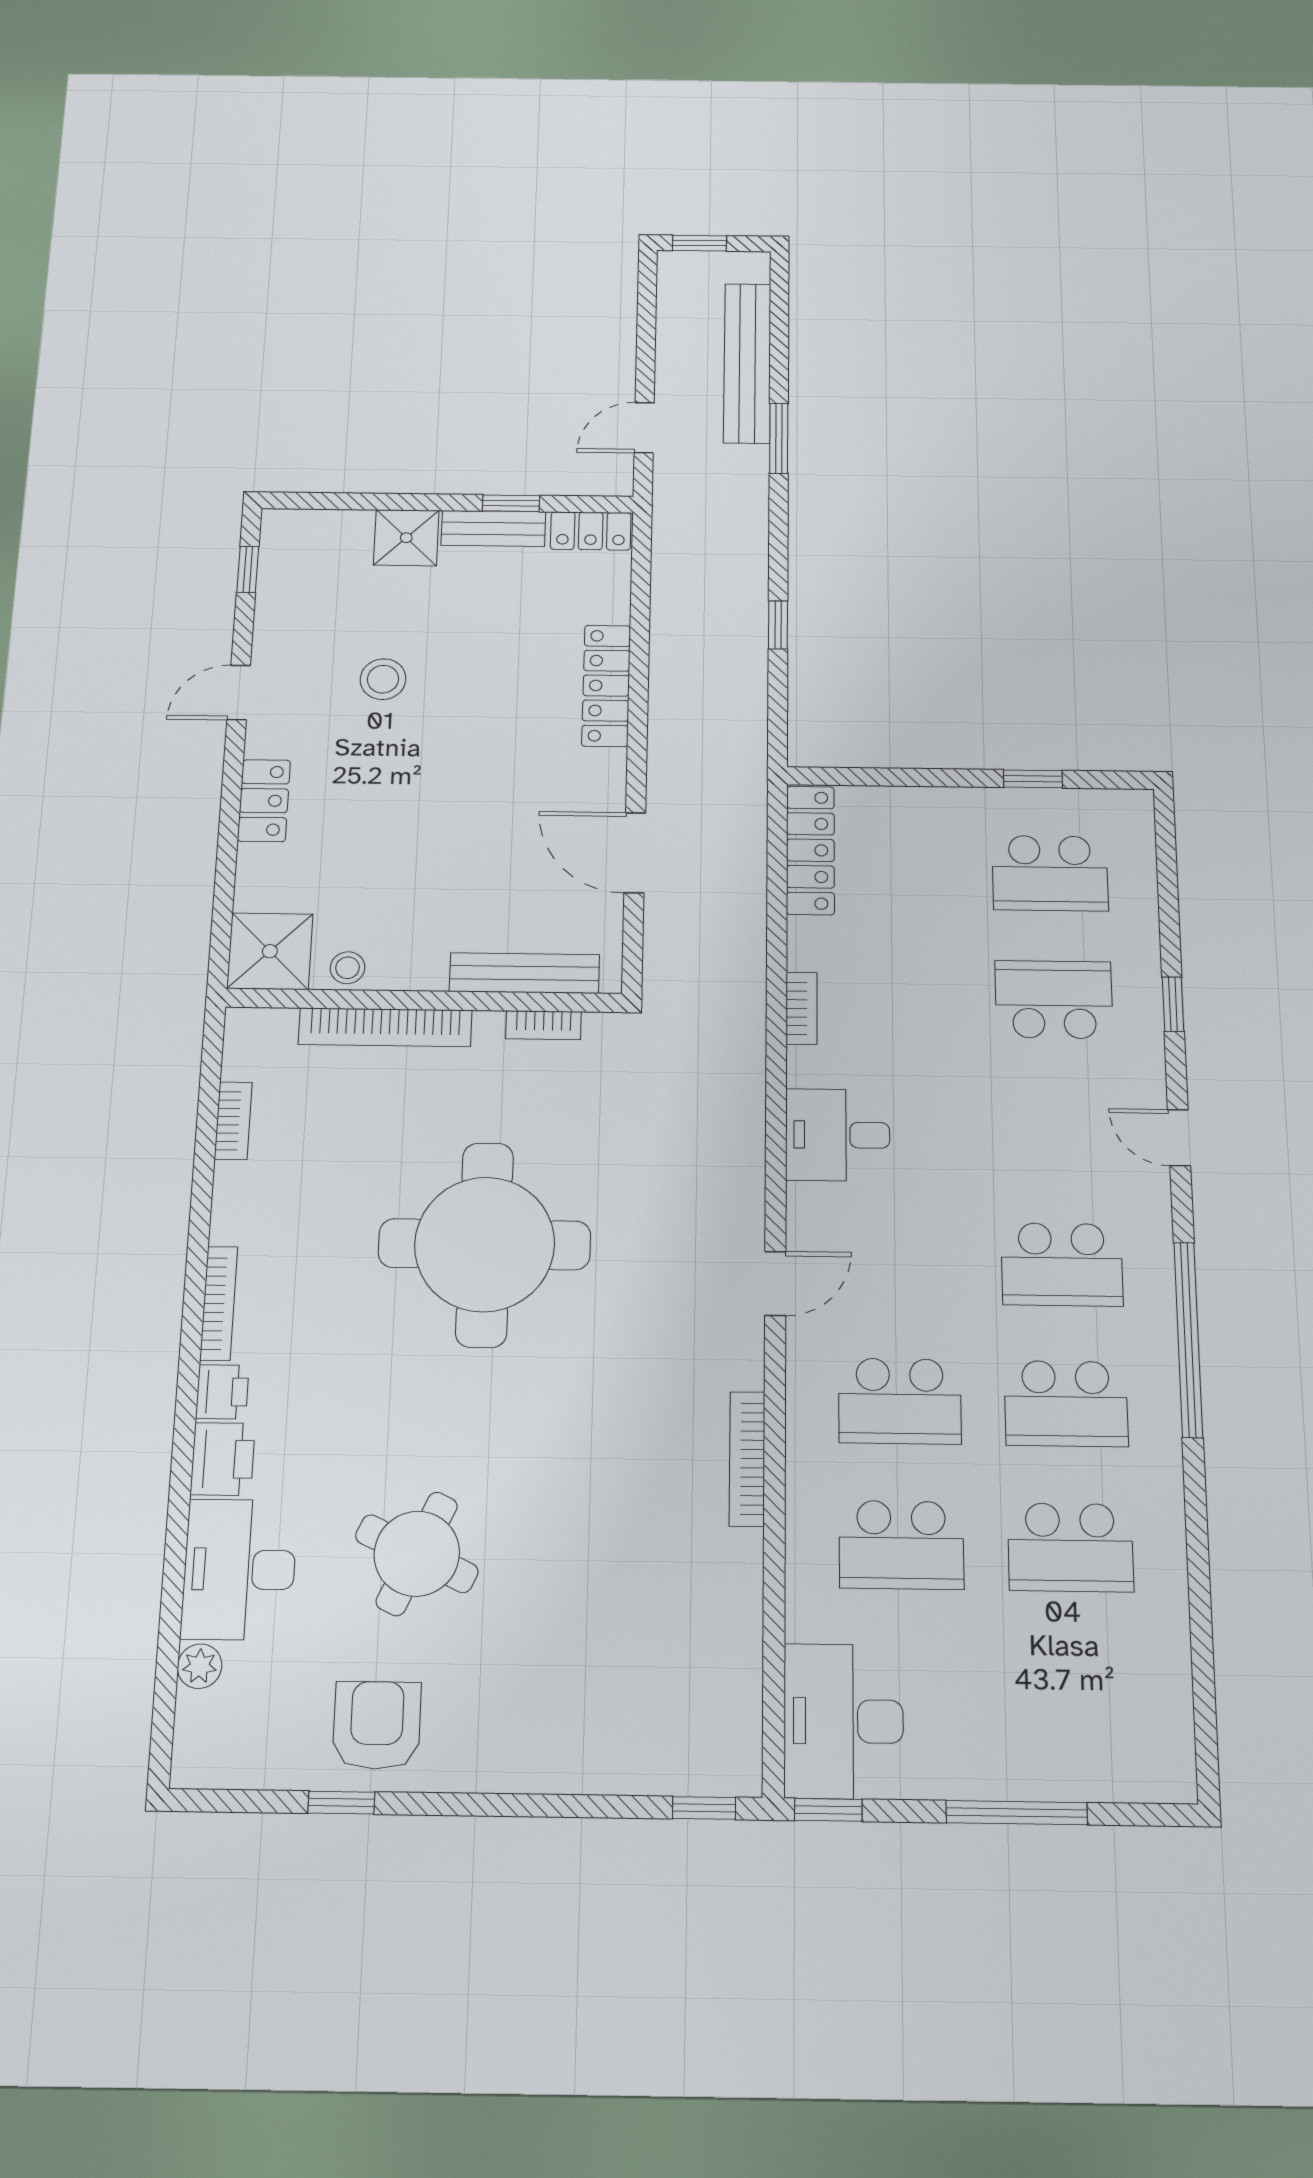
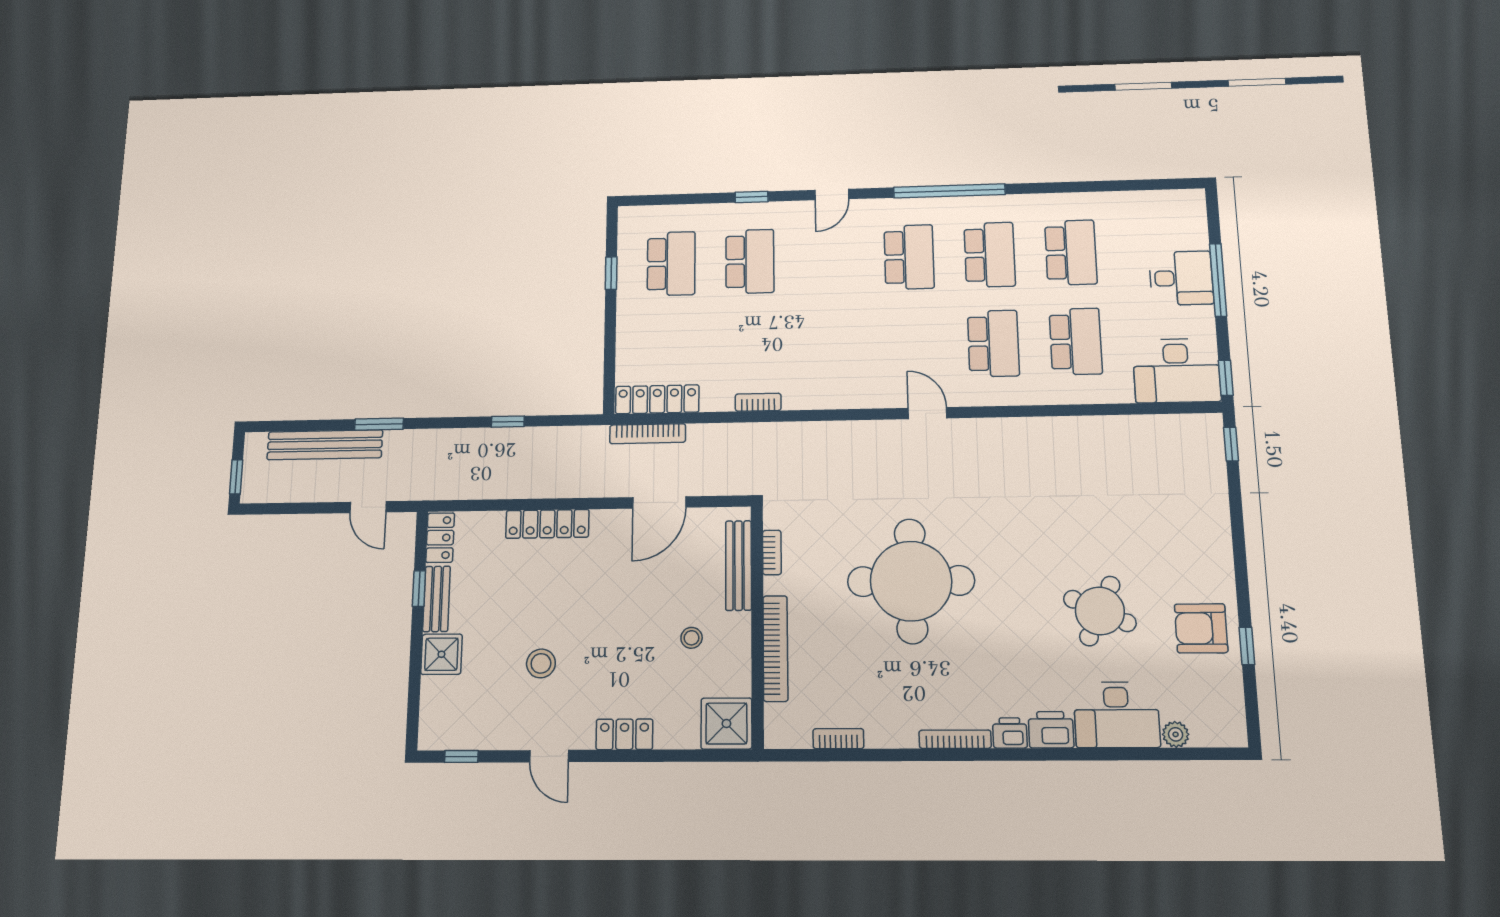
stool: (348, 968) -> (692, 638), moved
school desk: (1054, 999) -> (750, 261), turned 180
desk: (838, 1135) -> (1181, 278), moved, turned -90
bookcase: (747, 1459) -> (648, 434), moved

